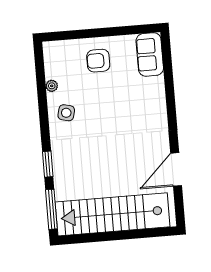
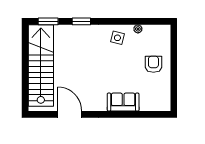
sofa: (150, 54) -> (123, 102), moved
window: (51, 209) -> (48, 21), width x0.69

